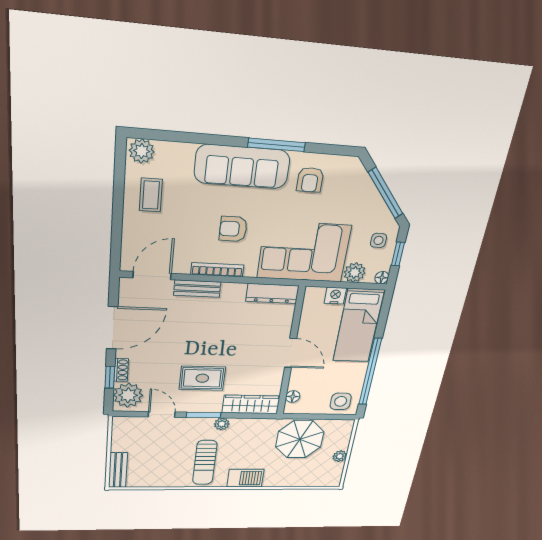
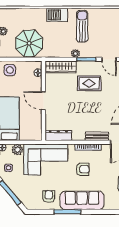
nightstand: (335, 296) -> (25, 136), removed

